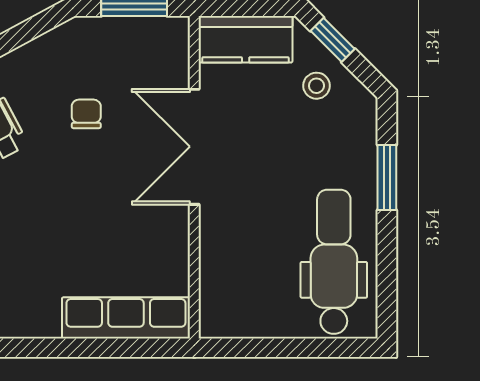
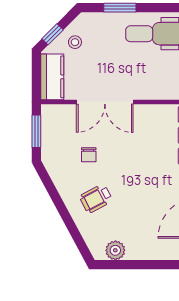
chair: (86, 114) -> (89, 155), turned -90

